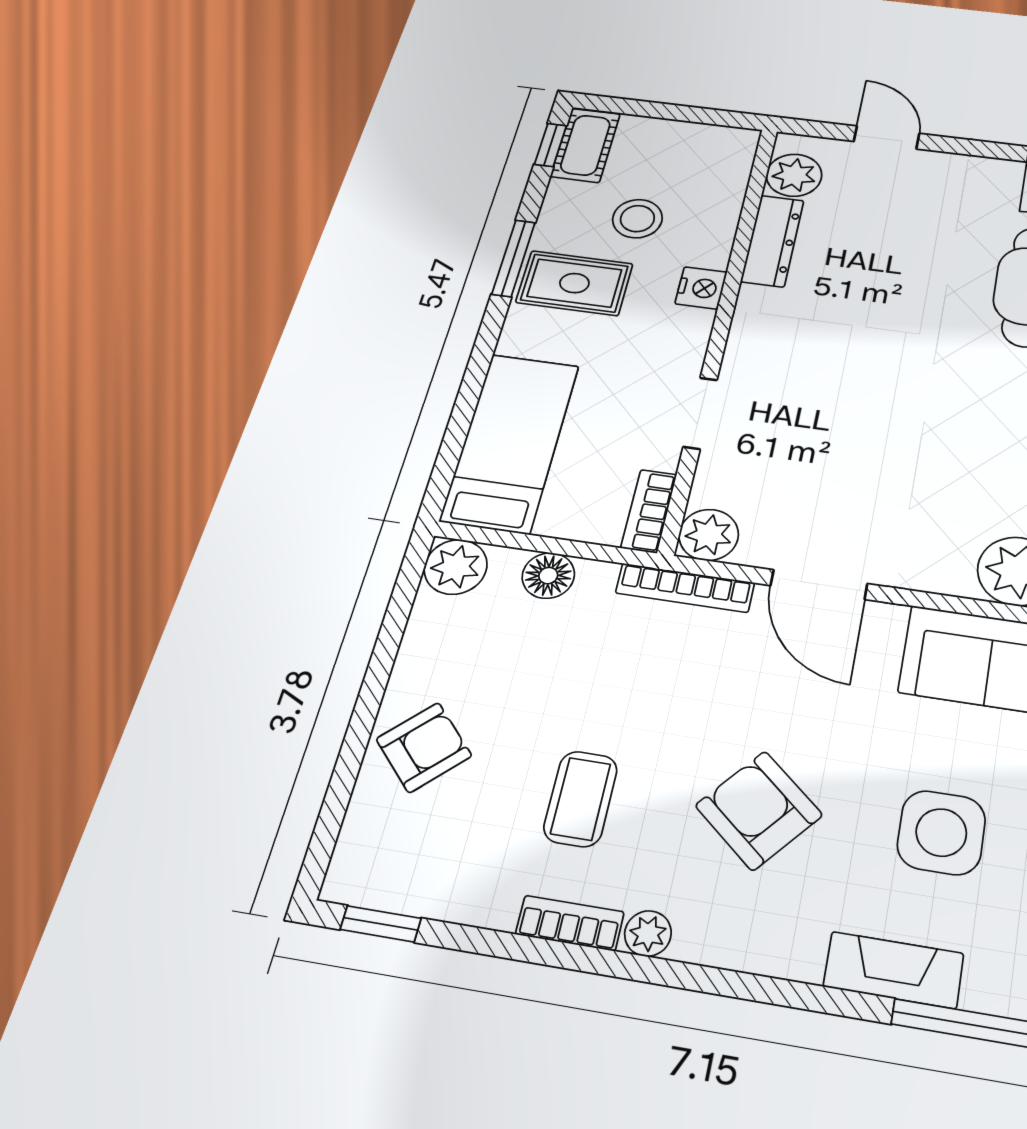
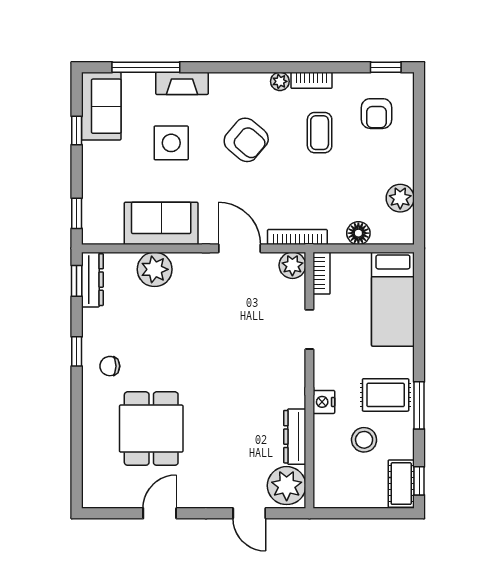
plant: (794, 175) -> (287, 486), width x1.36, depth x1.36
plant: (456, 567) -> (400, 198), moved
armchair: (424, 747) -> (377, 114), moved, turned -46

